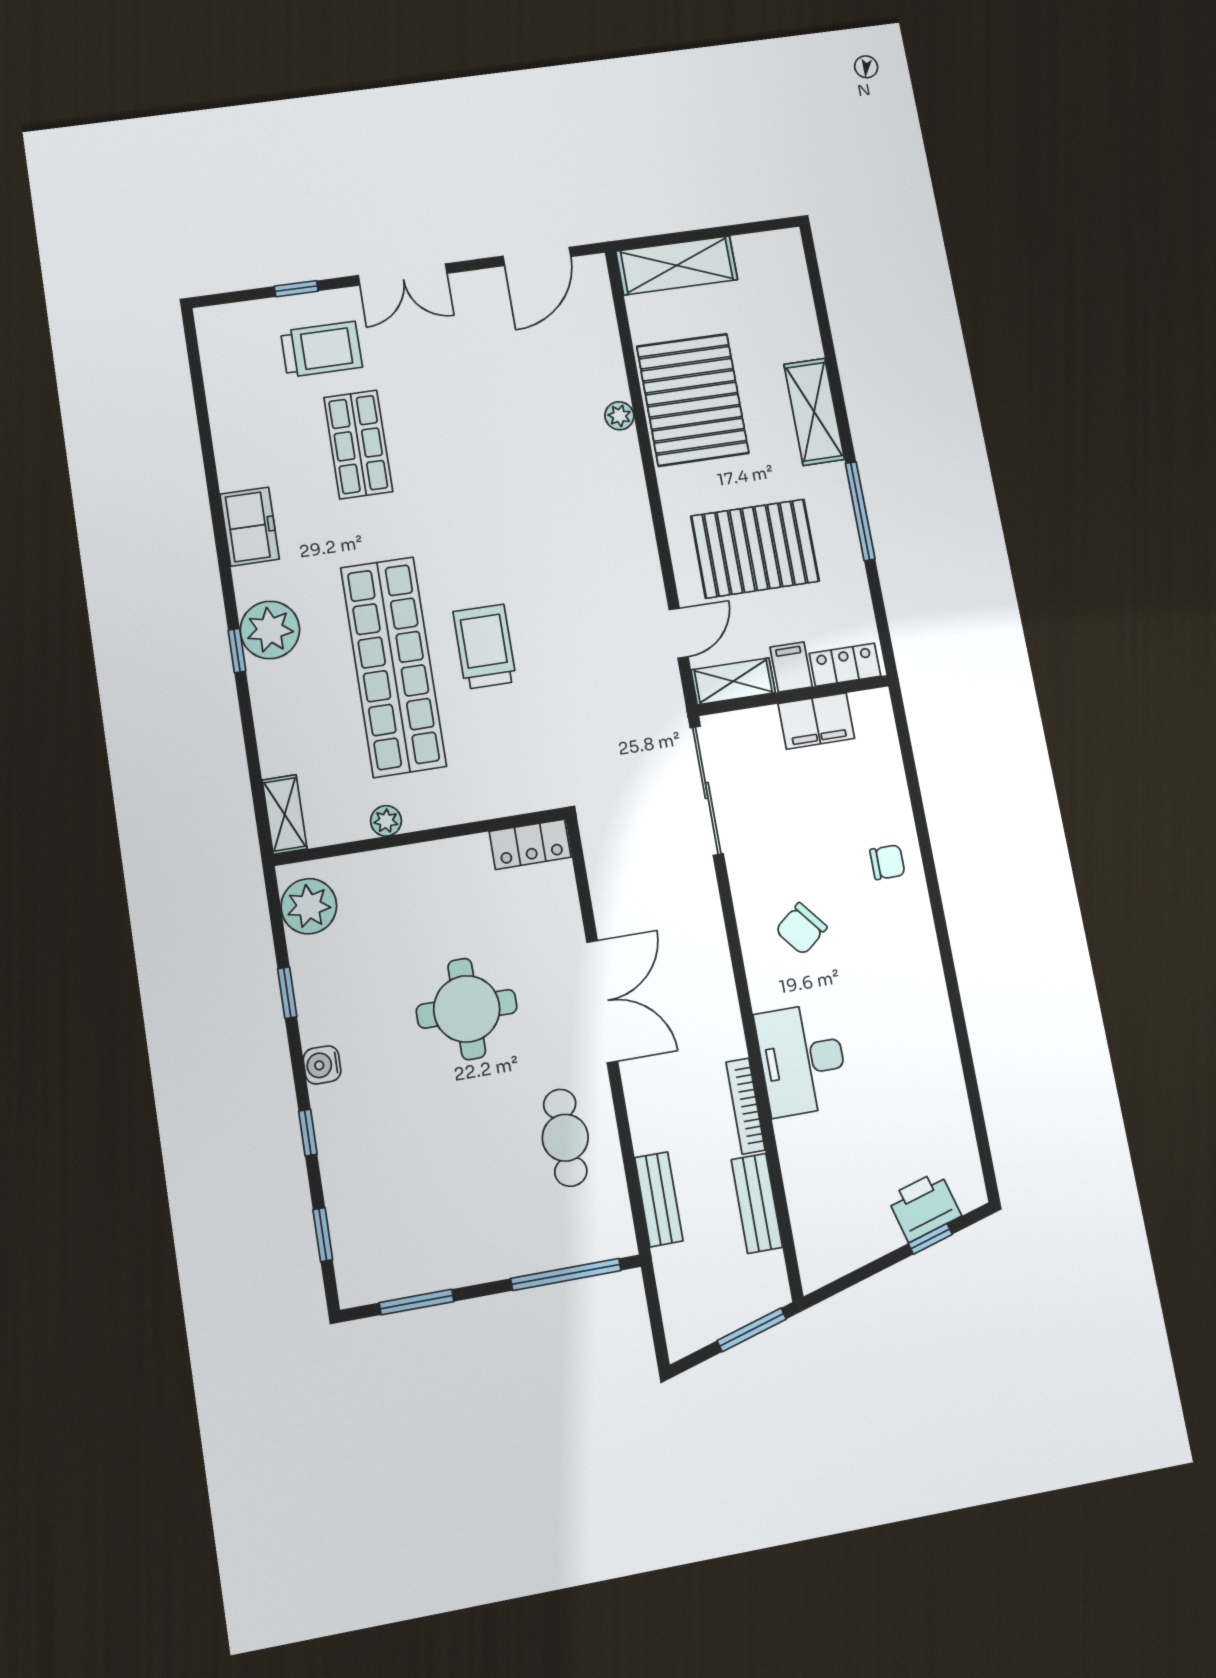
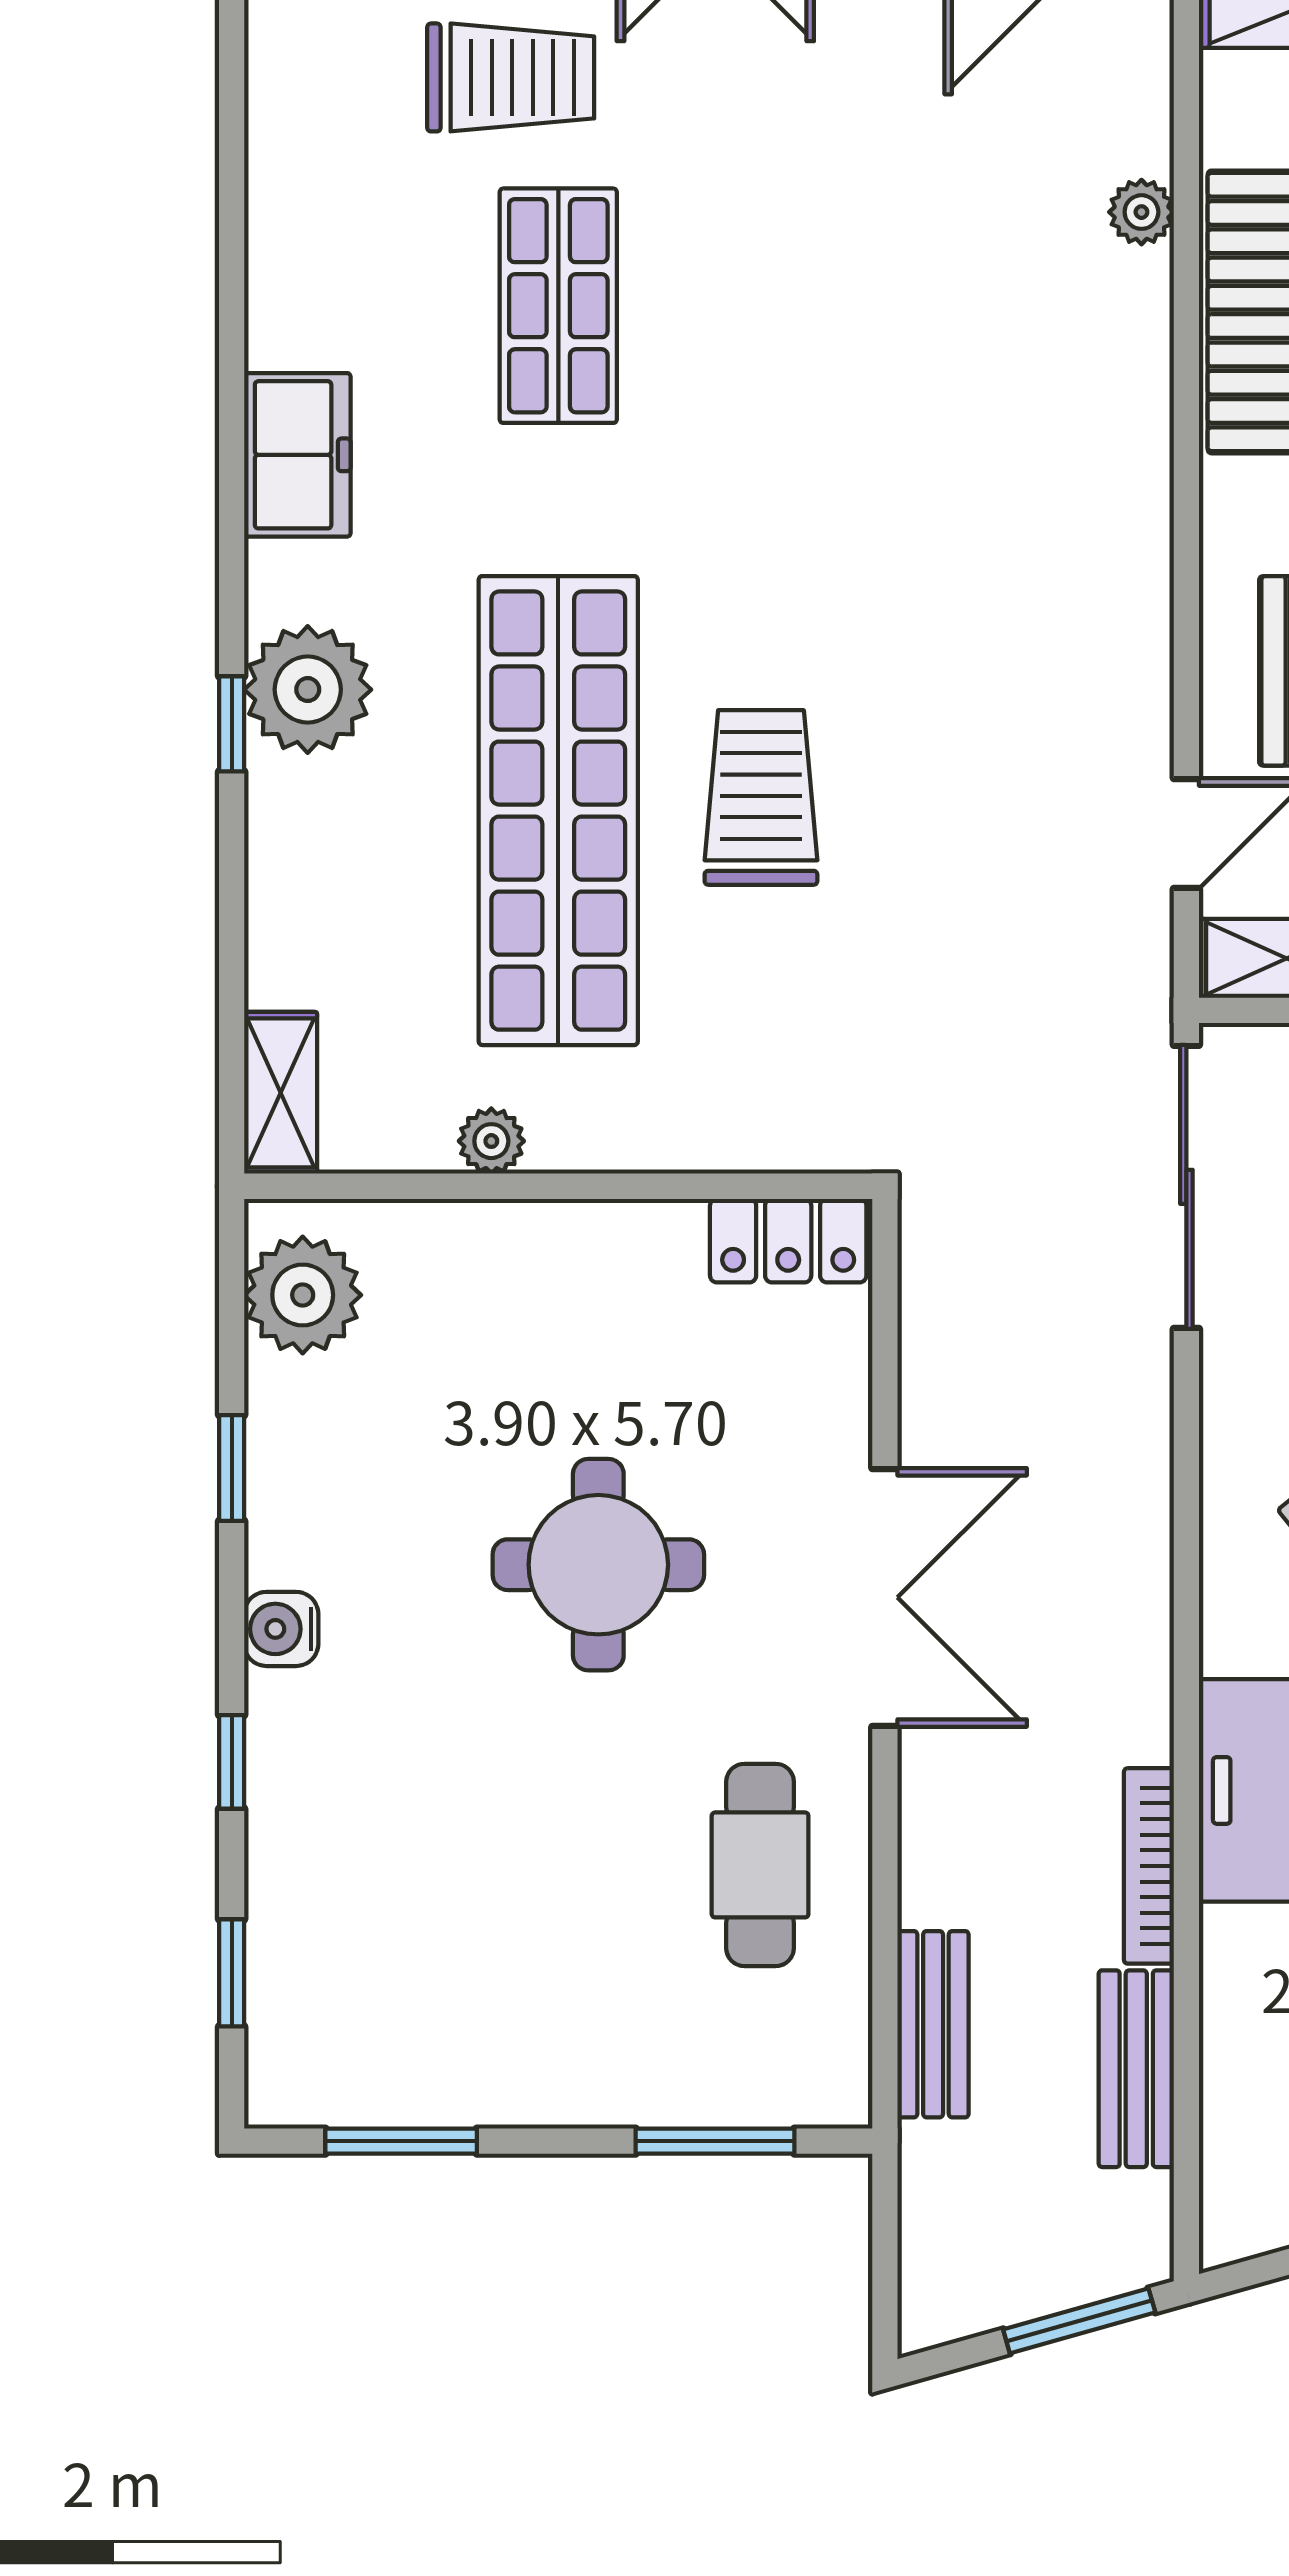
plant: (619, 416) -> (1141, 212), moved
window: (566, 1274) -> (715, 2141), width x0.69

